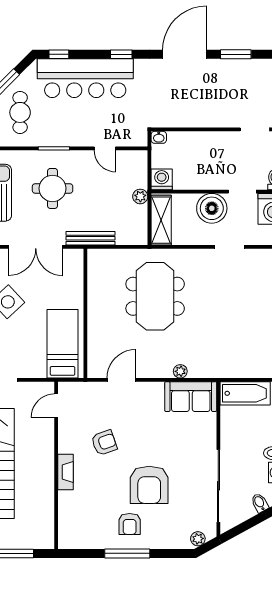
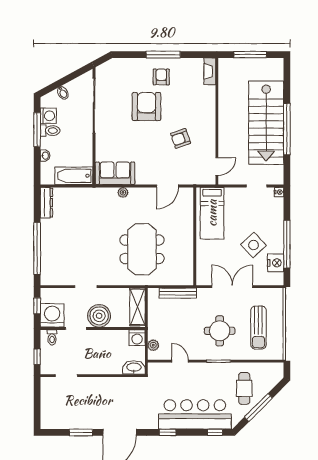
washbasin: (159, 137) -> (134, 367), width x1.91, depth x1.45
plant: (140, 196) -> (153, 345), moved
bench: (91, 238) -> (178, 293), moved
fireplace: (65, 472) -> (210, 71), moved
plant: (198, 539) -> (110, 66), removed

